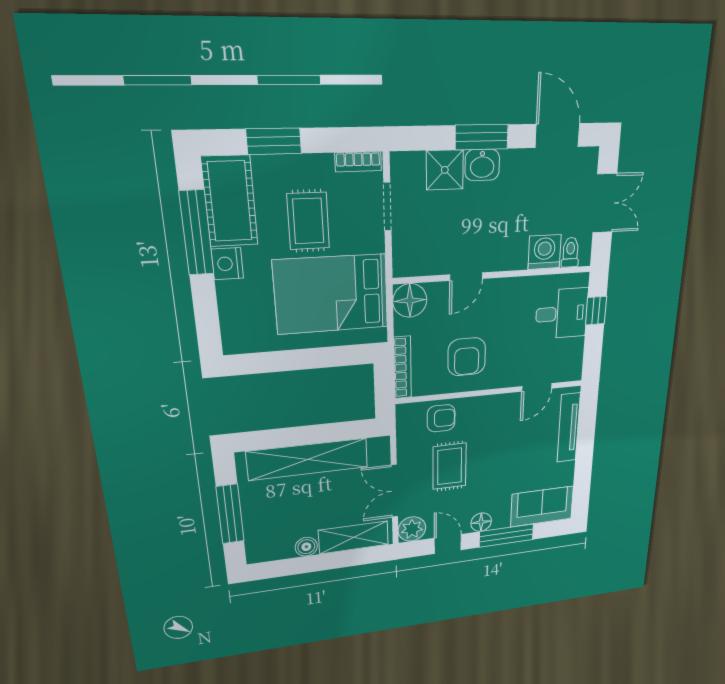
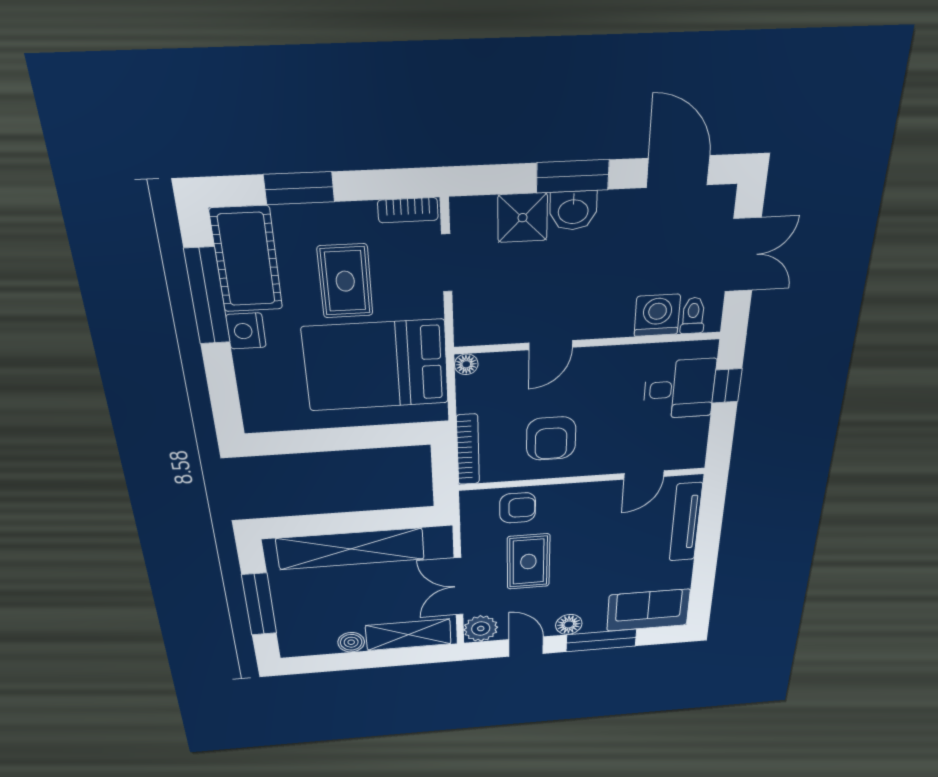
floor lamp: (410, 300) -> (466, 364), width x0.53, depth x0.53

